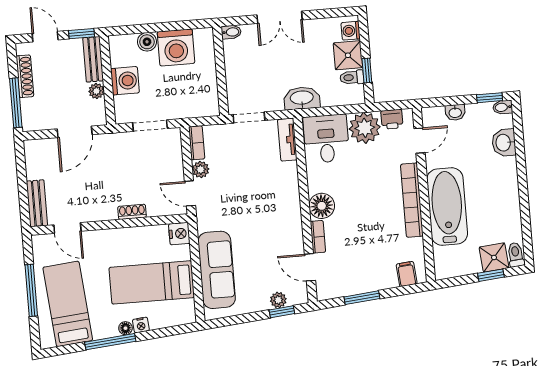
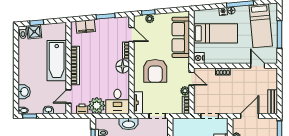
armchair: (260, 202) -> (155, 71), added
bench: (37, 203) -> (273, 102), moved
filing cabinet: (407, 274) -> (86, 26), width x2.00

